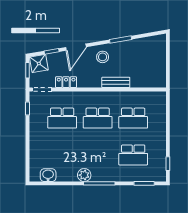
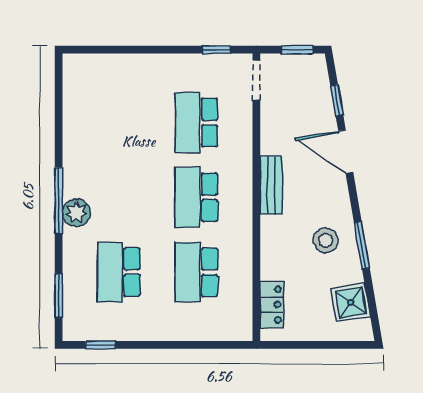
stool: (103, 57) -> (326, 240), moved
shower: (39, 63) -> (351, 302), moved
locker: (66, 82) -> (272, 305), moved
bench: (116, 82) -> (271, 185), moved
washbasin: (48, 175) -> (76, 93), removed
plant: (84, 175) -> (76, 213), moved

